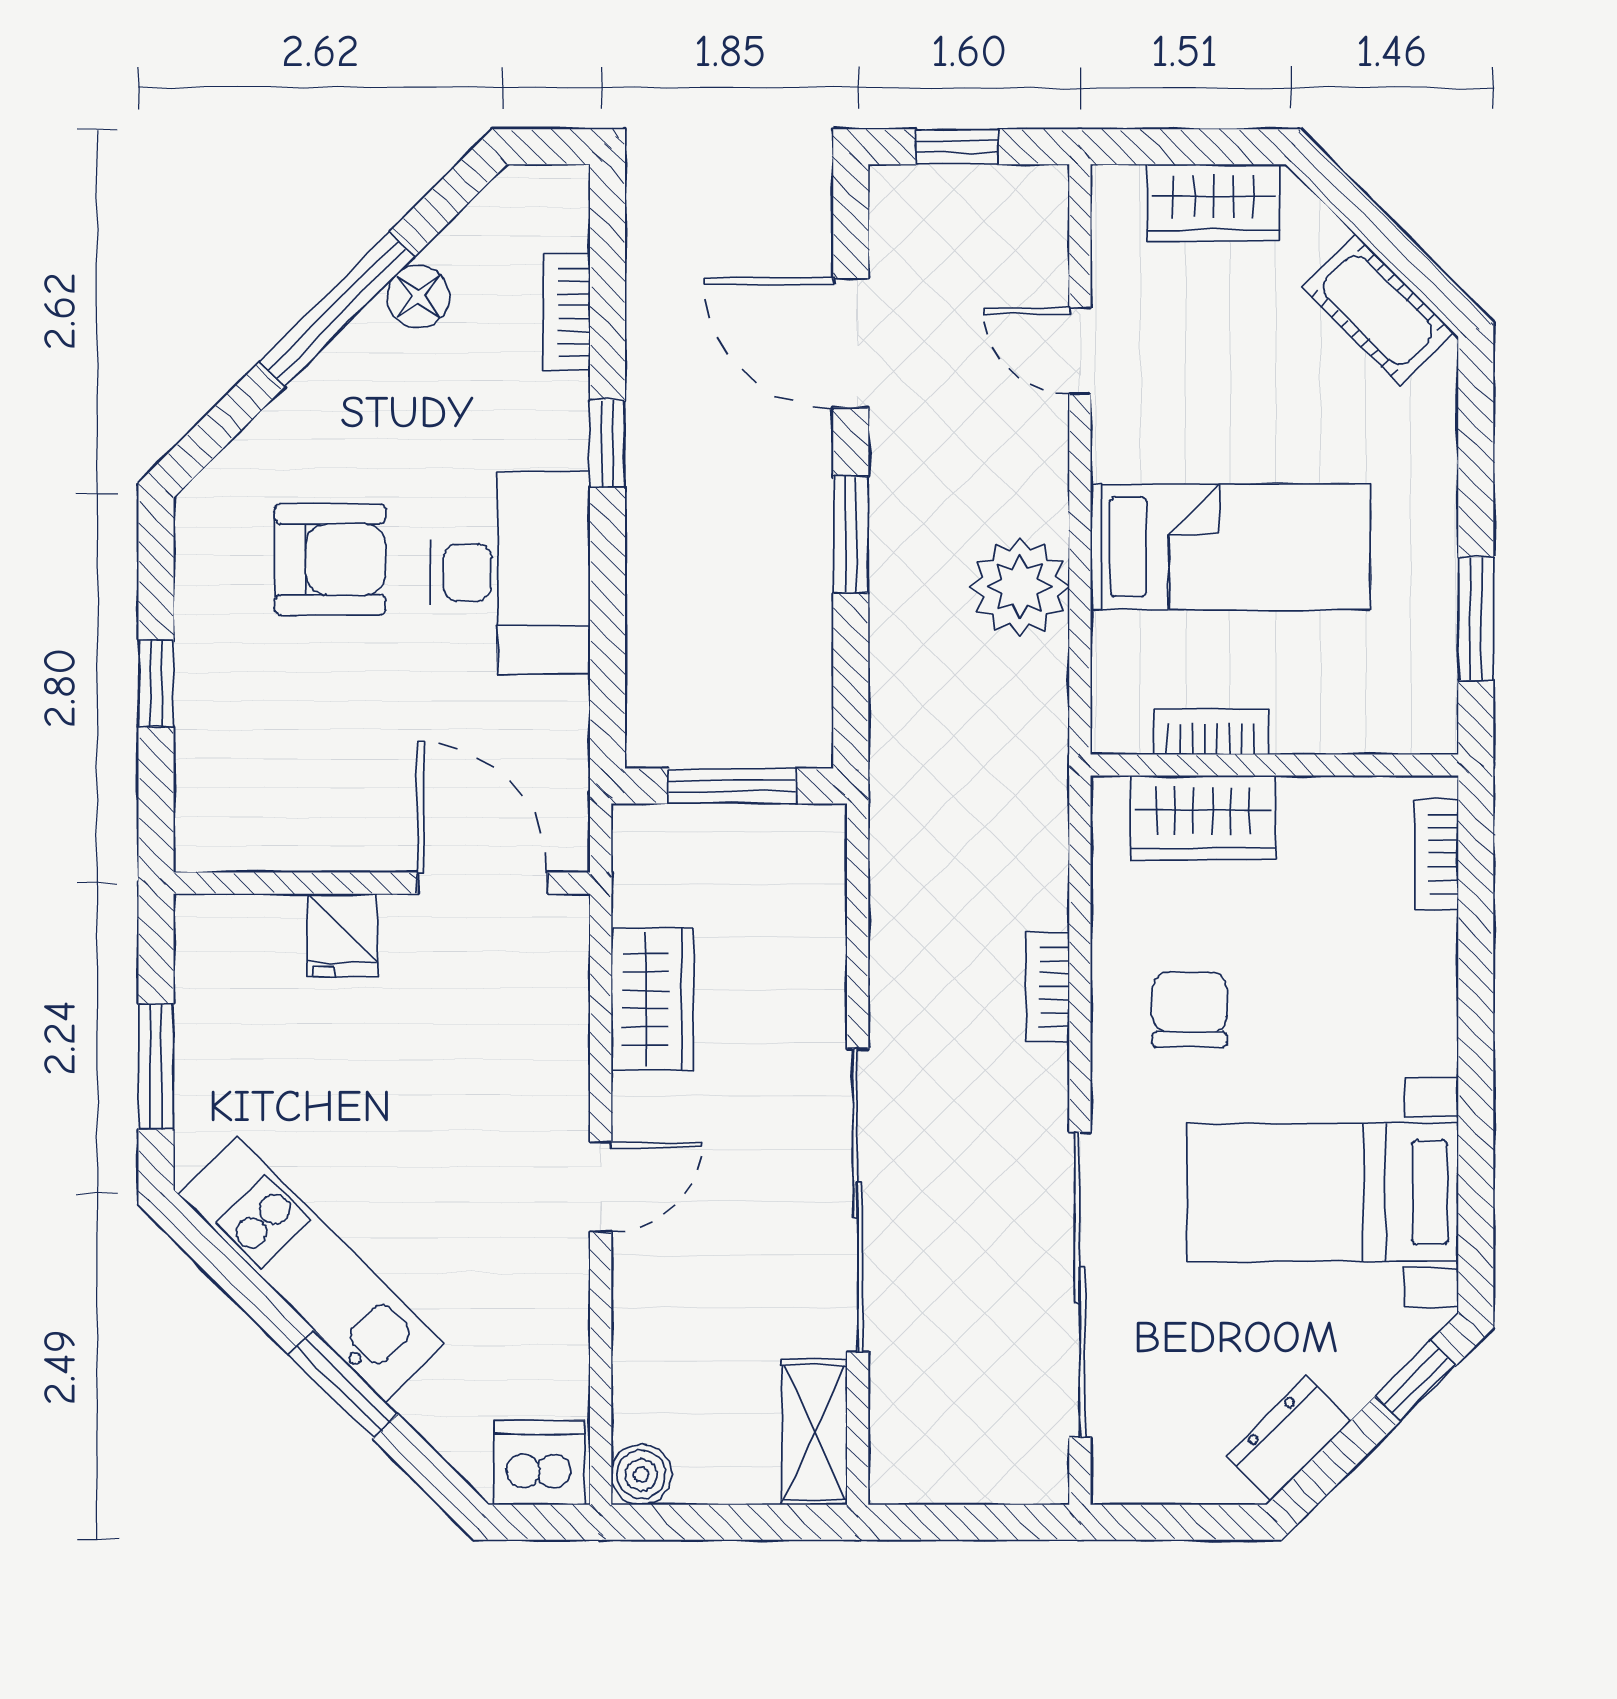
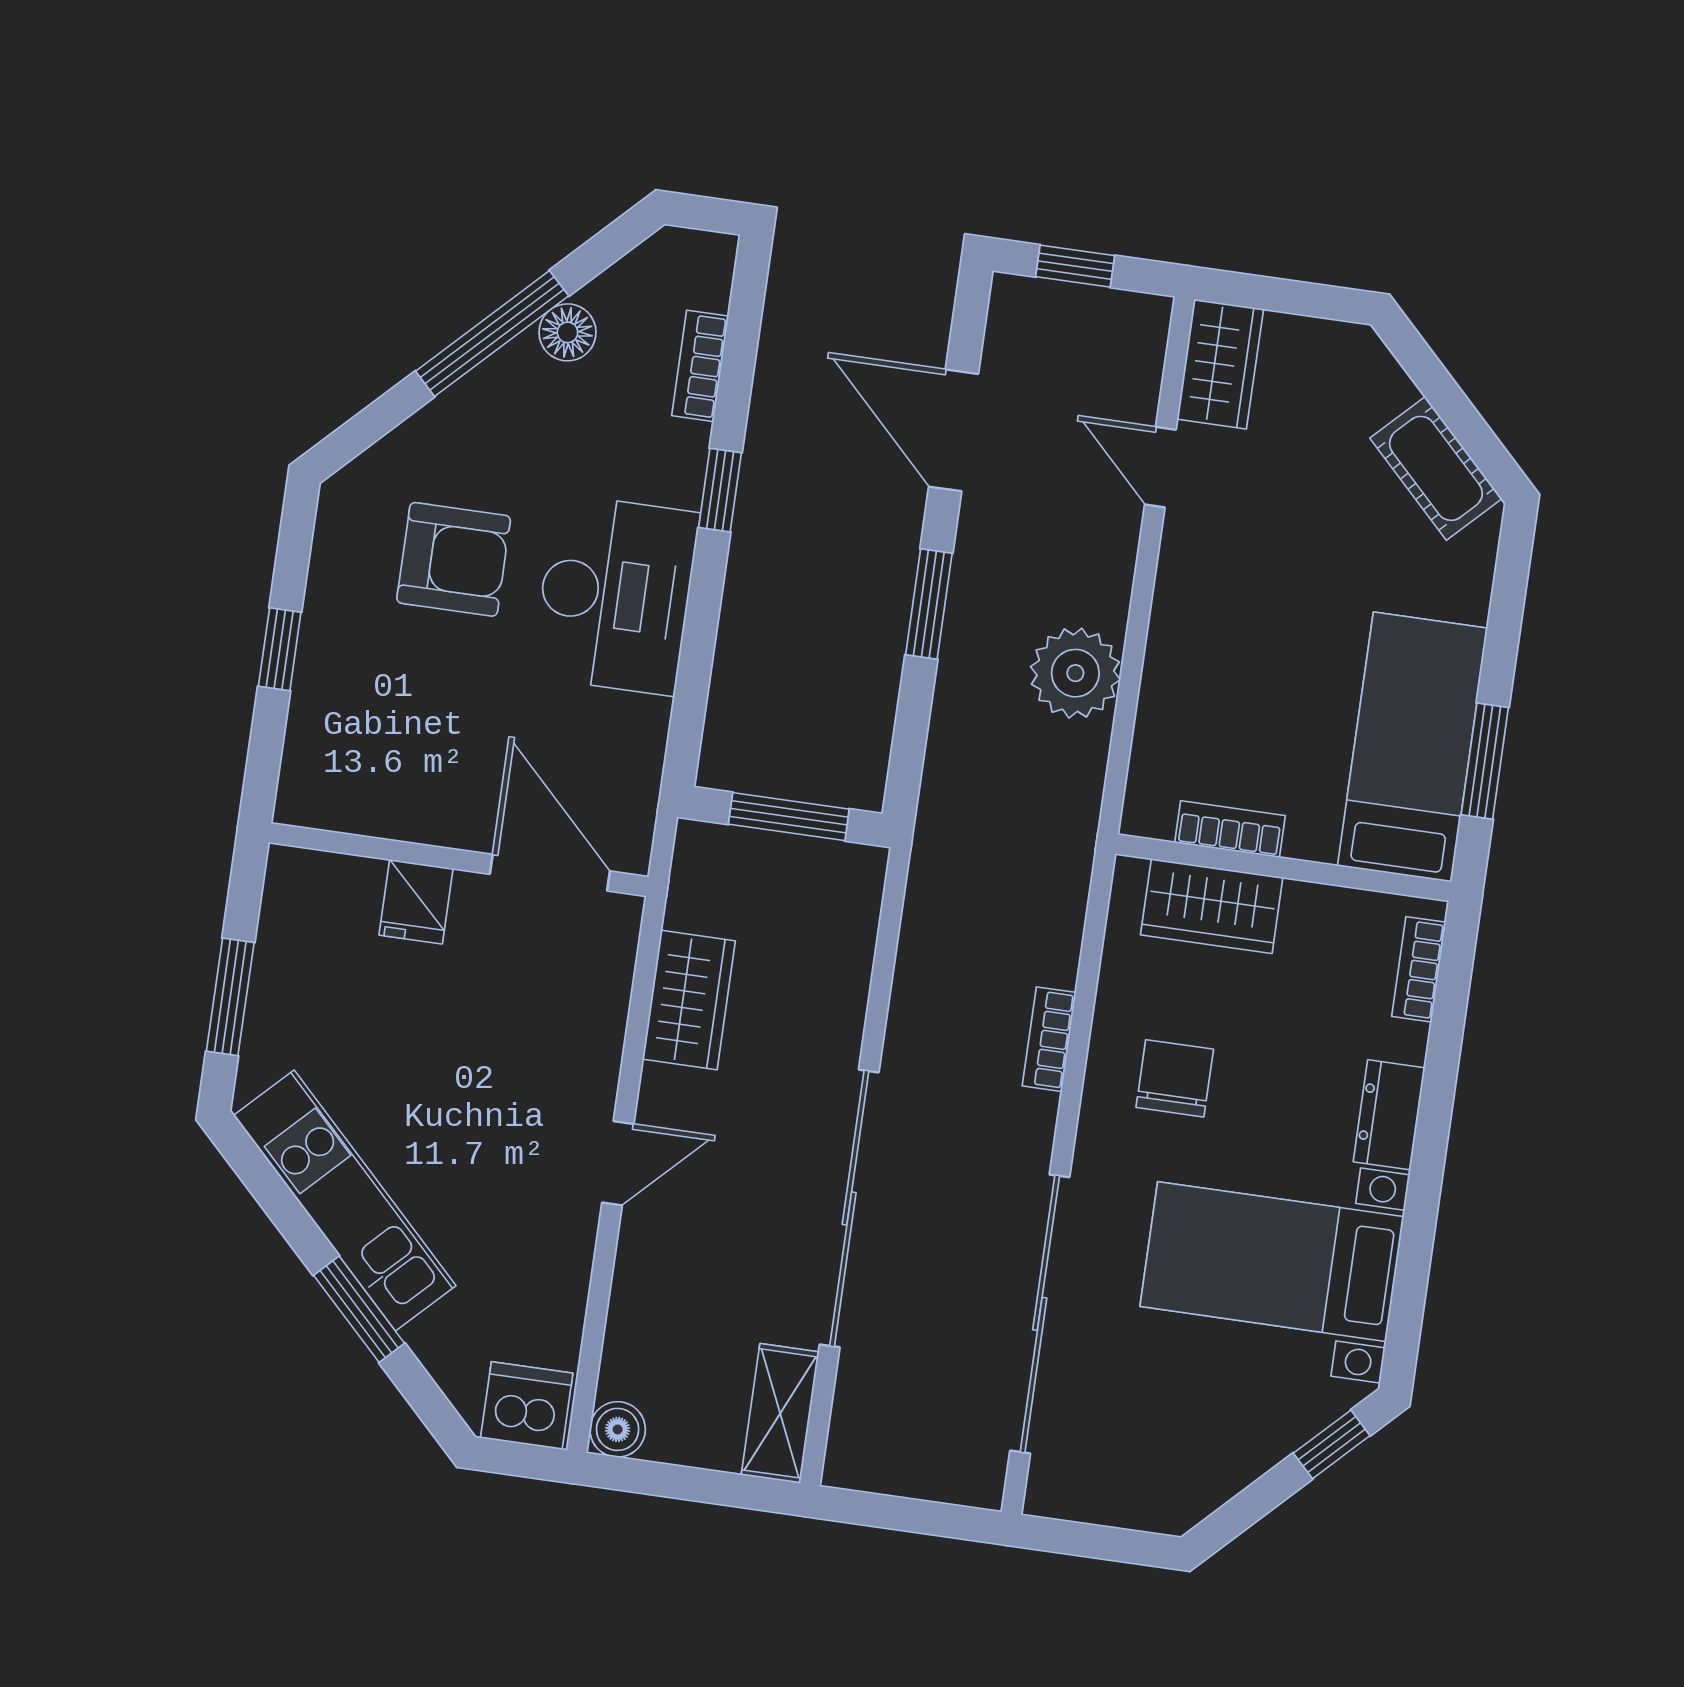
wardrobe: (1214, 203) -> (1220, 364), moved, turned -90
bed: (1230, 547) -> (1412, 747), moved, turned -90
dresser: (1289, 1438) -> (1389, 1115), moved, turned -45

